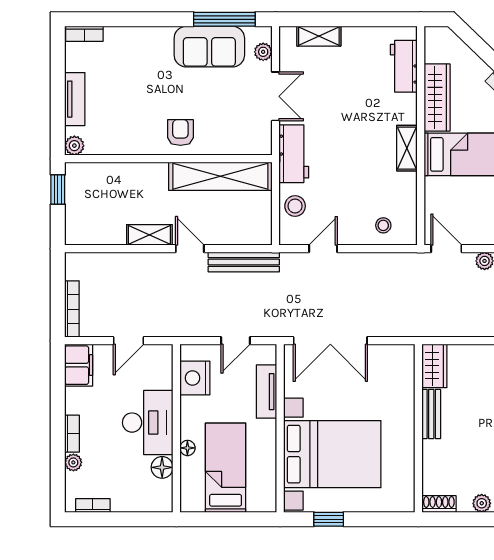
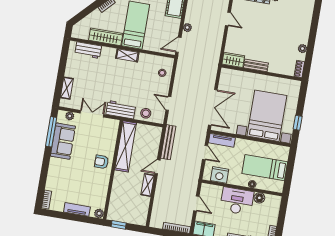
tv unit: (266, 392) -> (222, 140), moved

